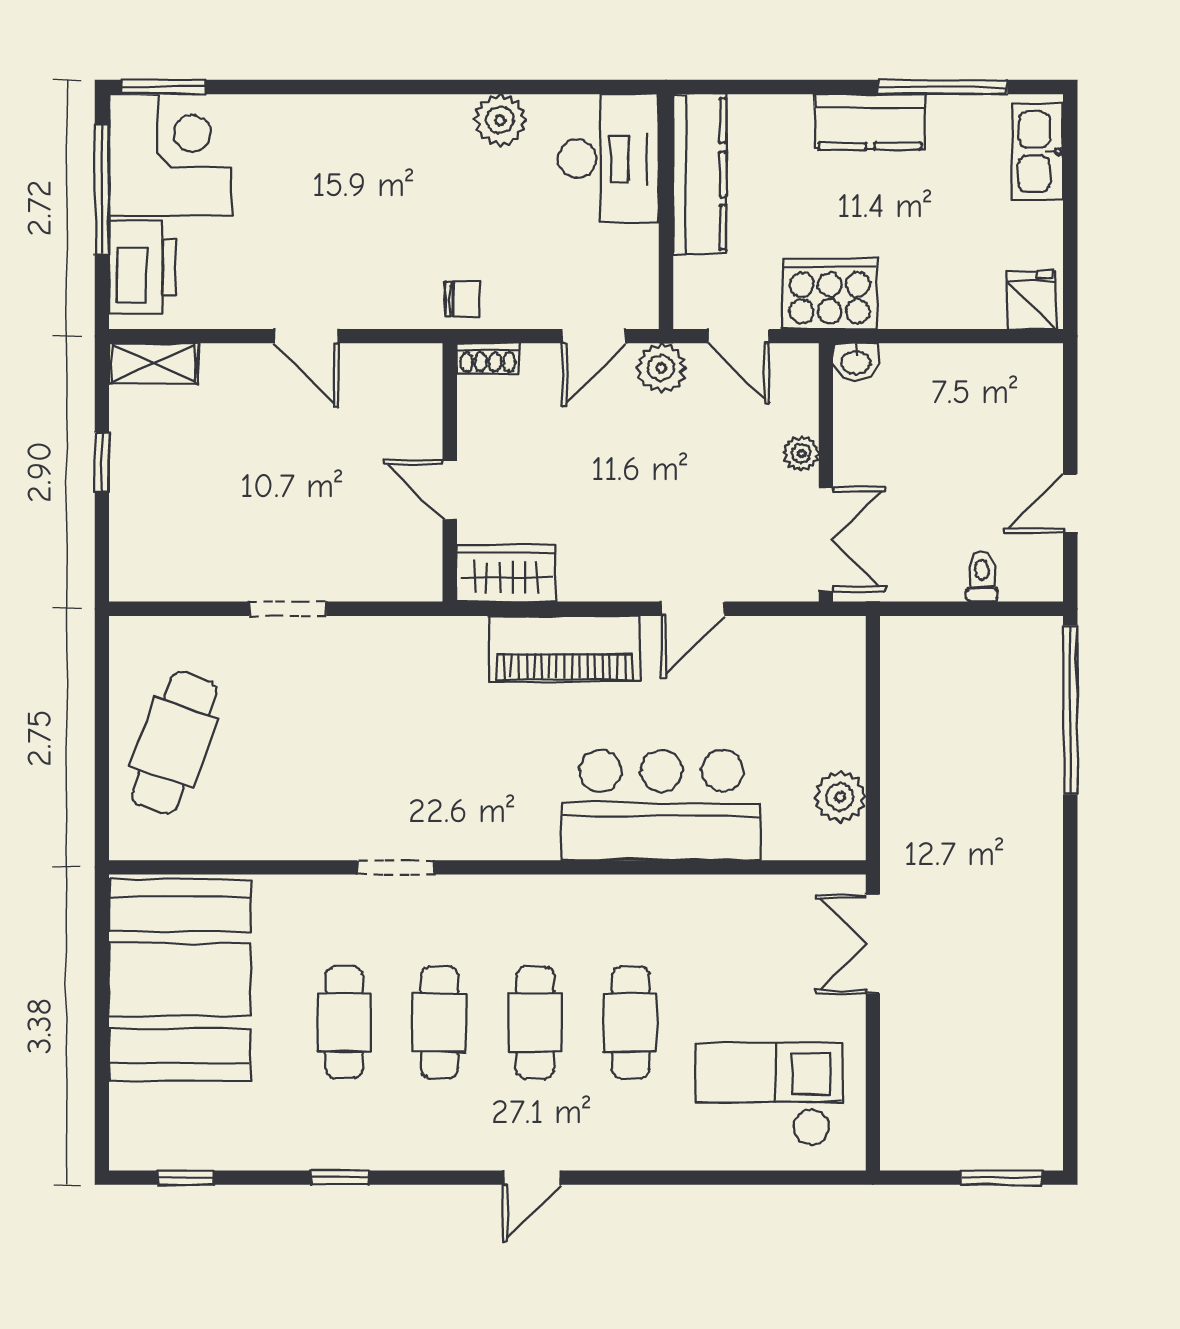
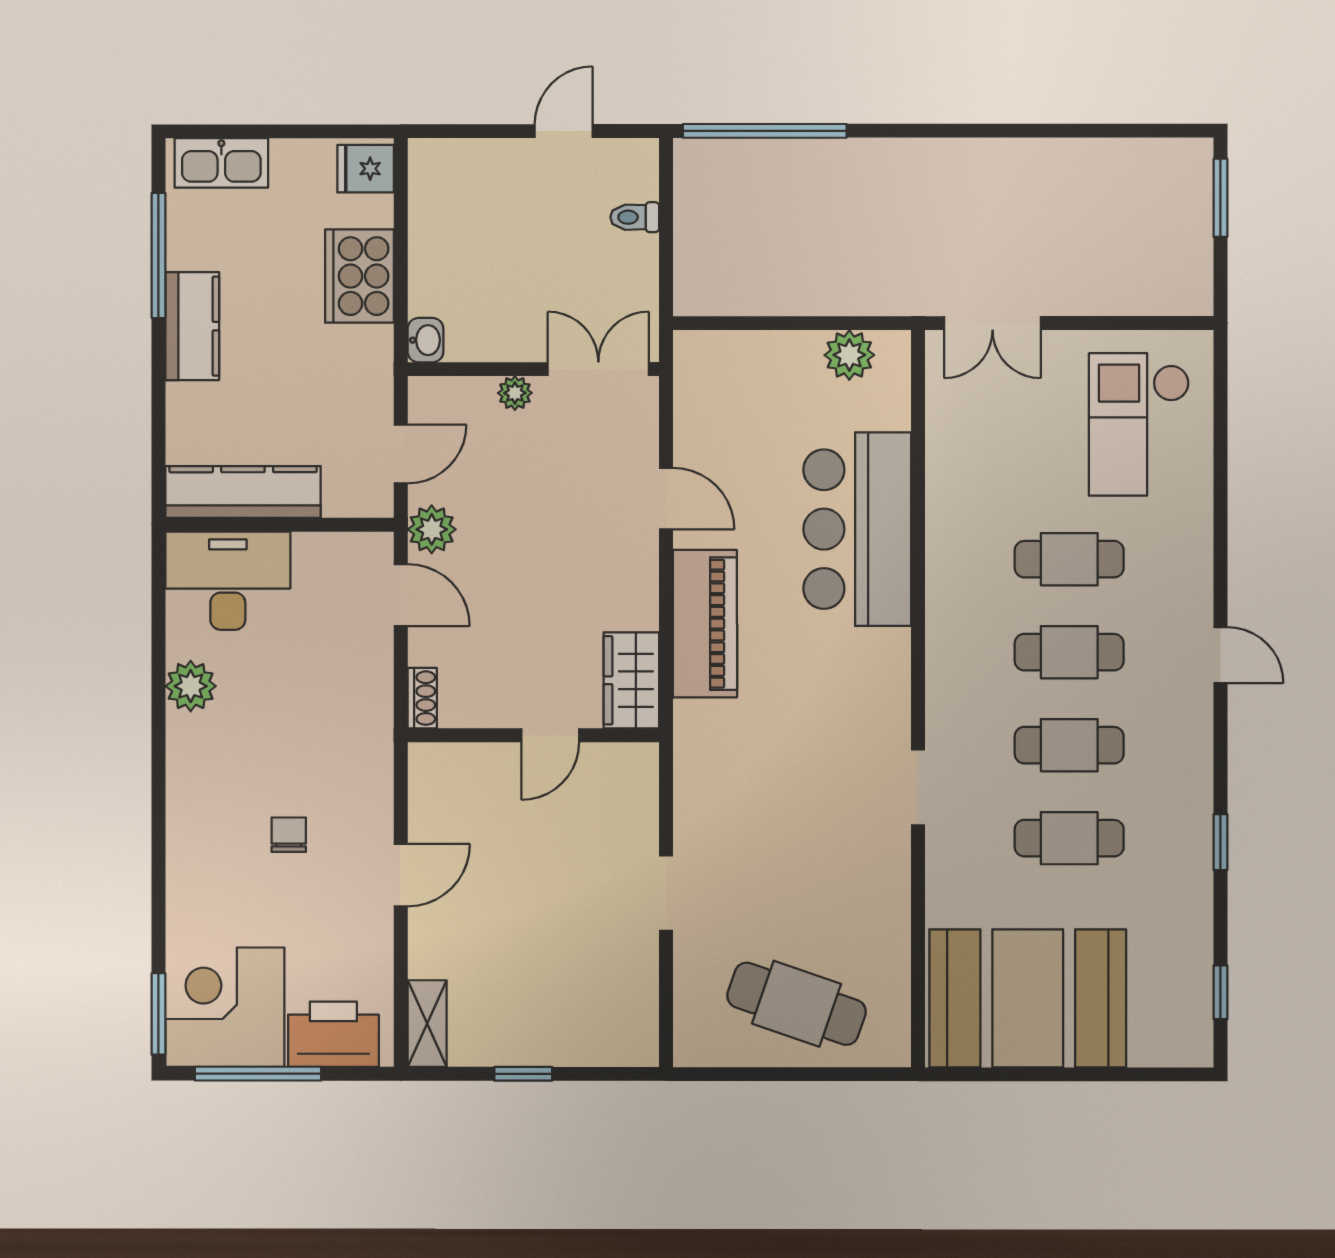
cooker: (830, 294) -> (359, 276), moved
chair: (462, 299) -> (289, 835), moved
door: (1070, 503) -> (564, 131), swing flipped

